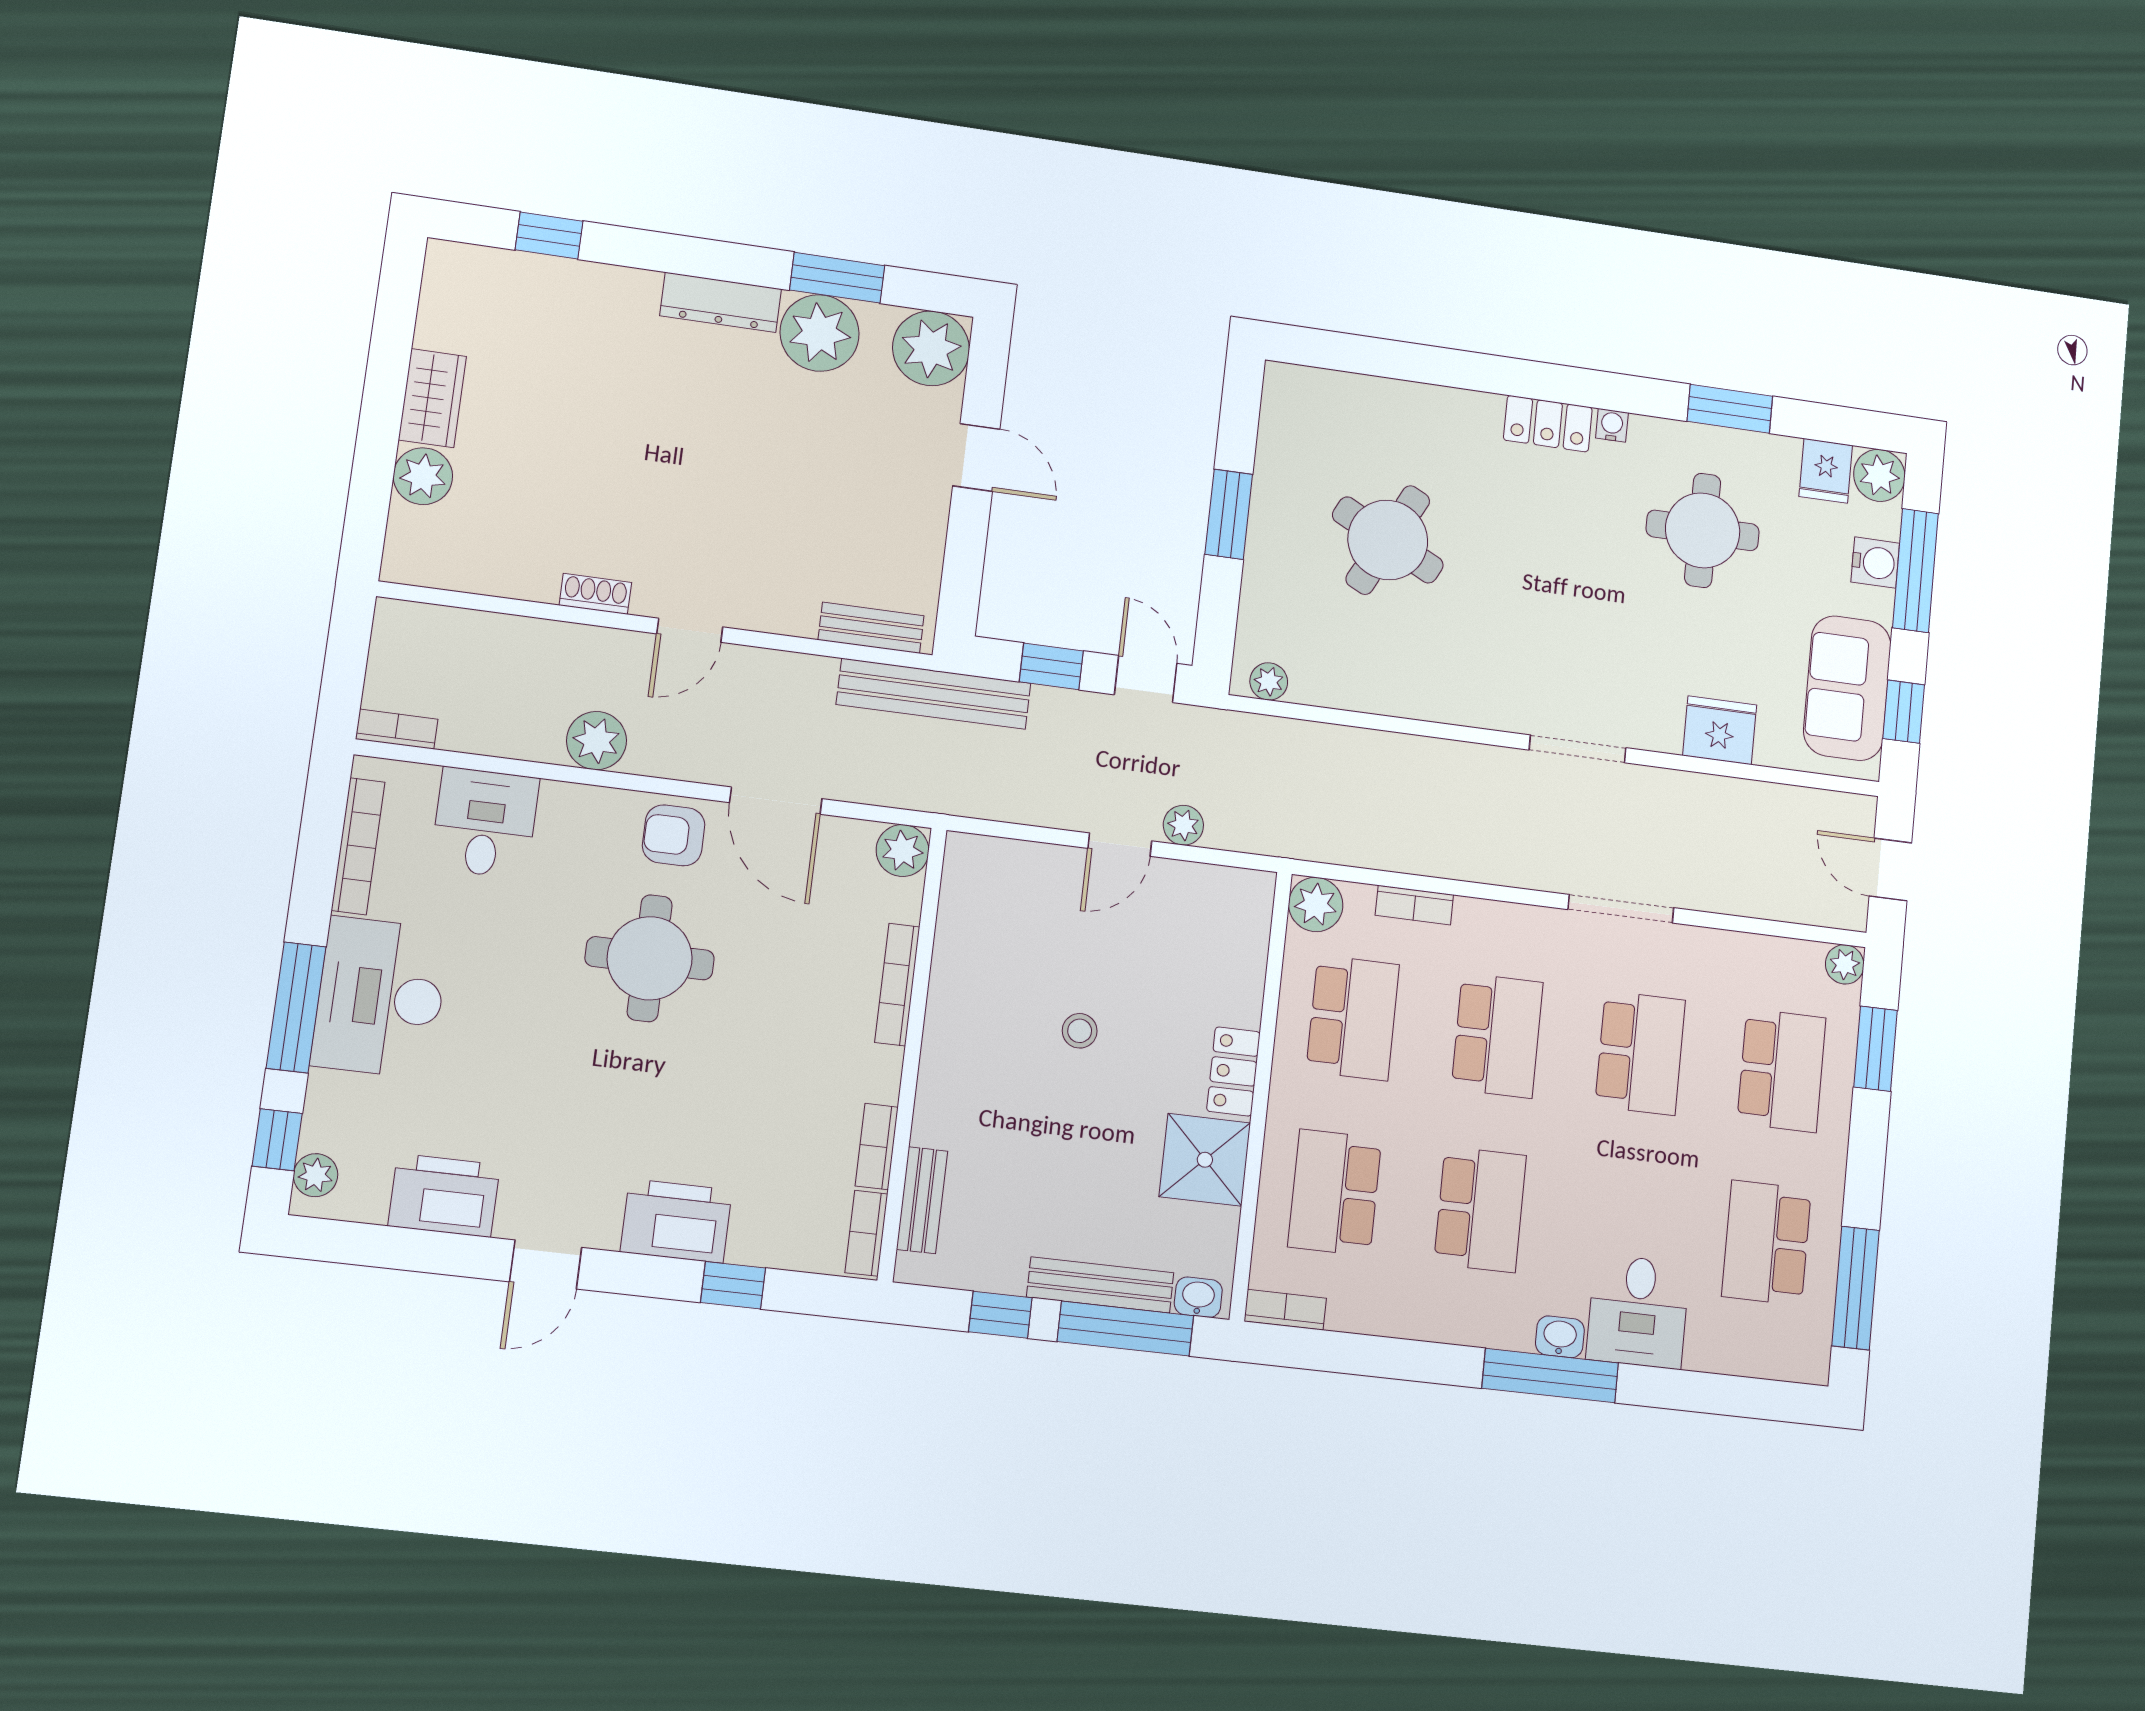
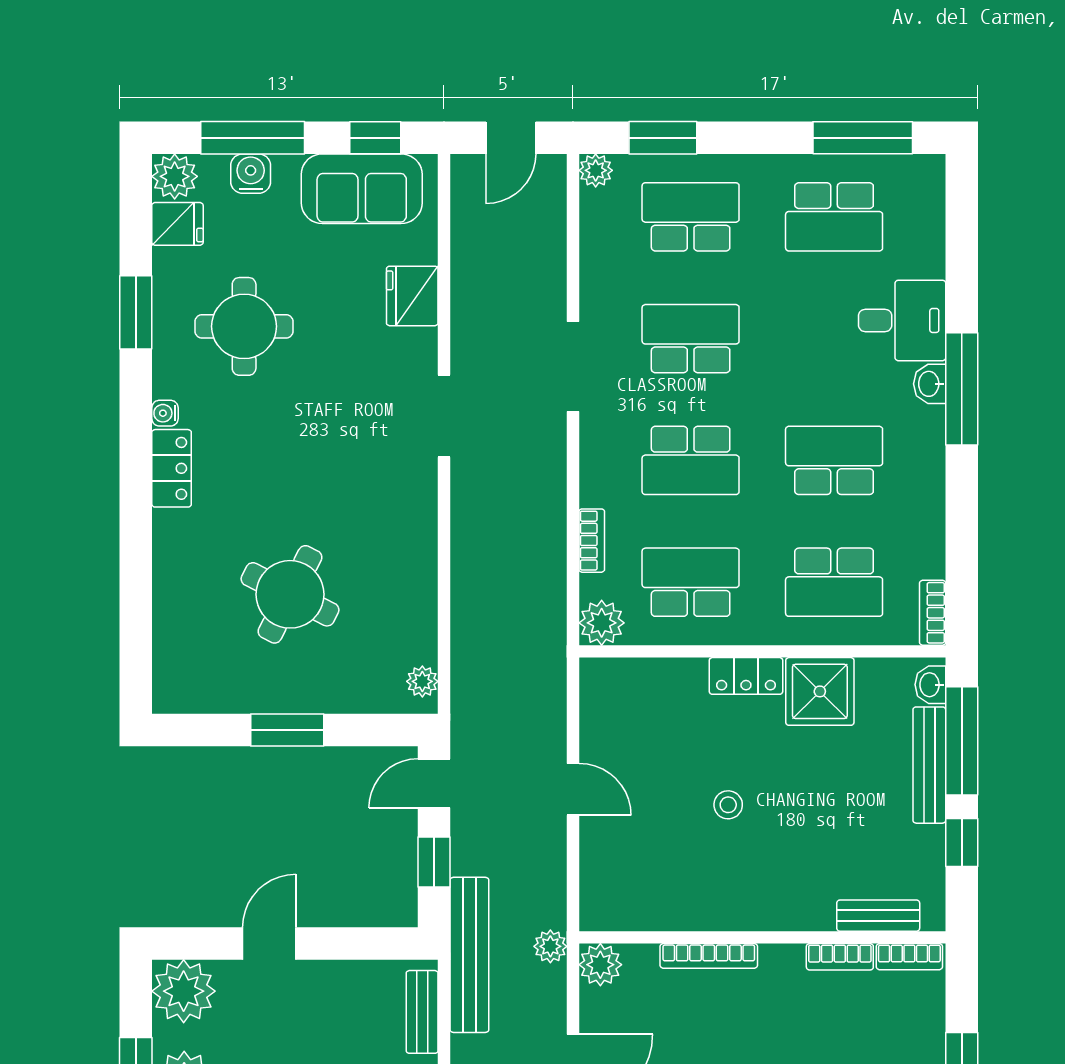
plant: (1183, 825) -> (550, 946), moved
school desk: (1497, 1036) -> (691, 460), turned 180

